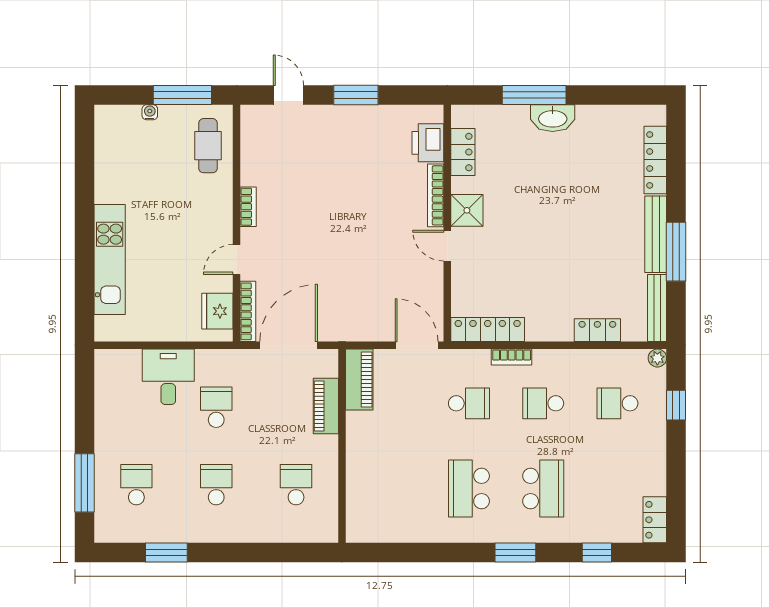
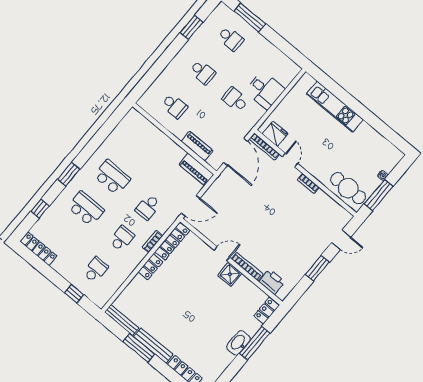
cafe table: (208, 146) -> (348, 188), width x1.37, depth x1.35
locker: (463, 152) -> (267, 311), moved, turned 90
locker: (597, 330) -> (150, 267), moved
plant: (657, 358) -> (101, 303), removed
school desk: (216, 407) -> (235, 100), turned 180
school desk: (543, 488) -> (86, 209), turned 180
locker: (655, 520) -> (39, 249), width x1.53

